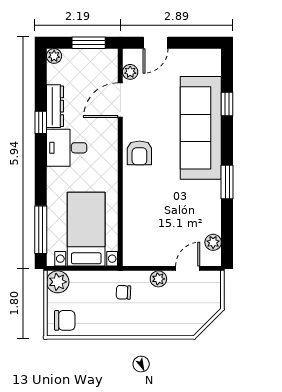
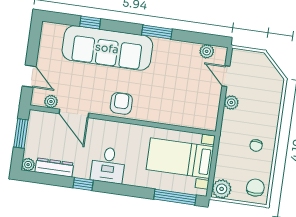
dresser: (55, 106) -> (54, 168), moved
armchair: (139, 153) -> (121, 103), turned -90
chair: (123, 292) -> (256, 145), moved

